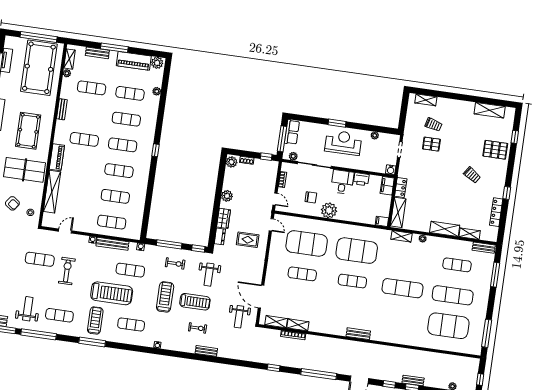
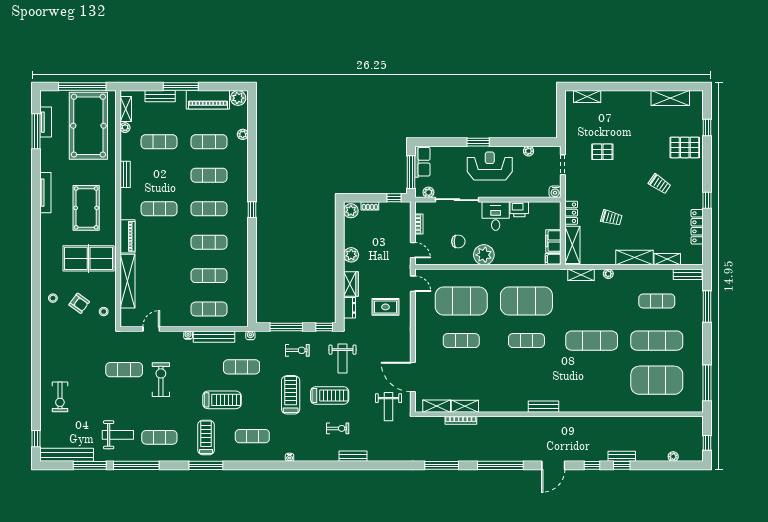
trolley: (434, 125) -> (611, 218), moved
filing cabinet: (387, 186) -> (553, 241), moved
treadmill: (112, 293) -> (222, 400), width x0.73, depth x0.73
weight bench: (28, 309) -> (118, 435), turned 90
window: (274, 368) -> (442, 465), width x2.17

